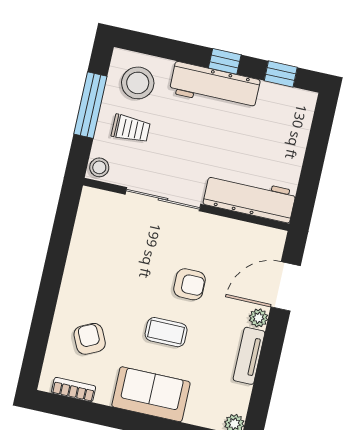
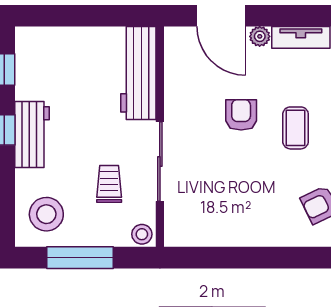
workbench: (215, 86) -> (32, 134), width x0.73
trolley: (131, 129) -> (109, 184), moved

